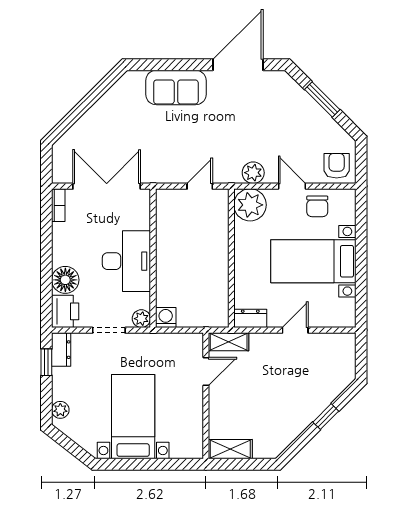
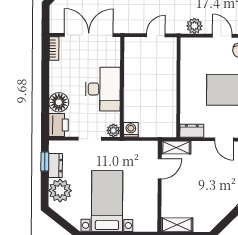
plant: (250, 205) -> (192, 49), removed
door: (295, 330) -> (224, 139), swing flipped
dresser: (61, 350) -> (55, 166), moved
plant: (60, 410) -> (60, 191), width x1.88, depth x1.88

